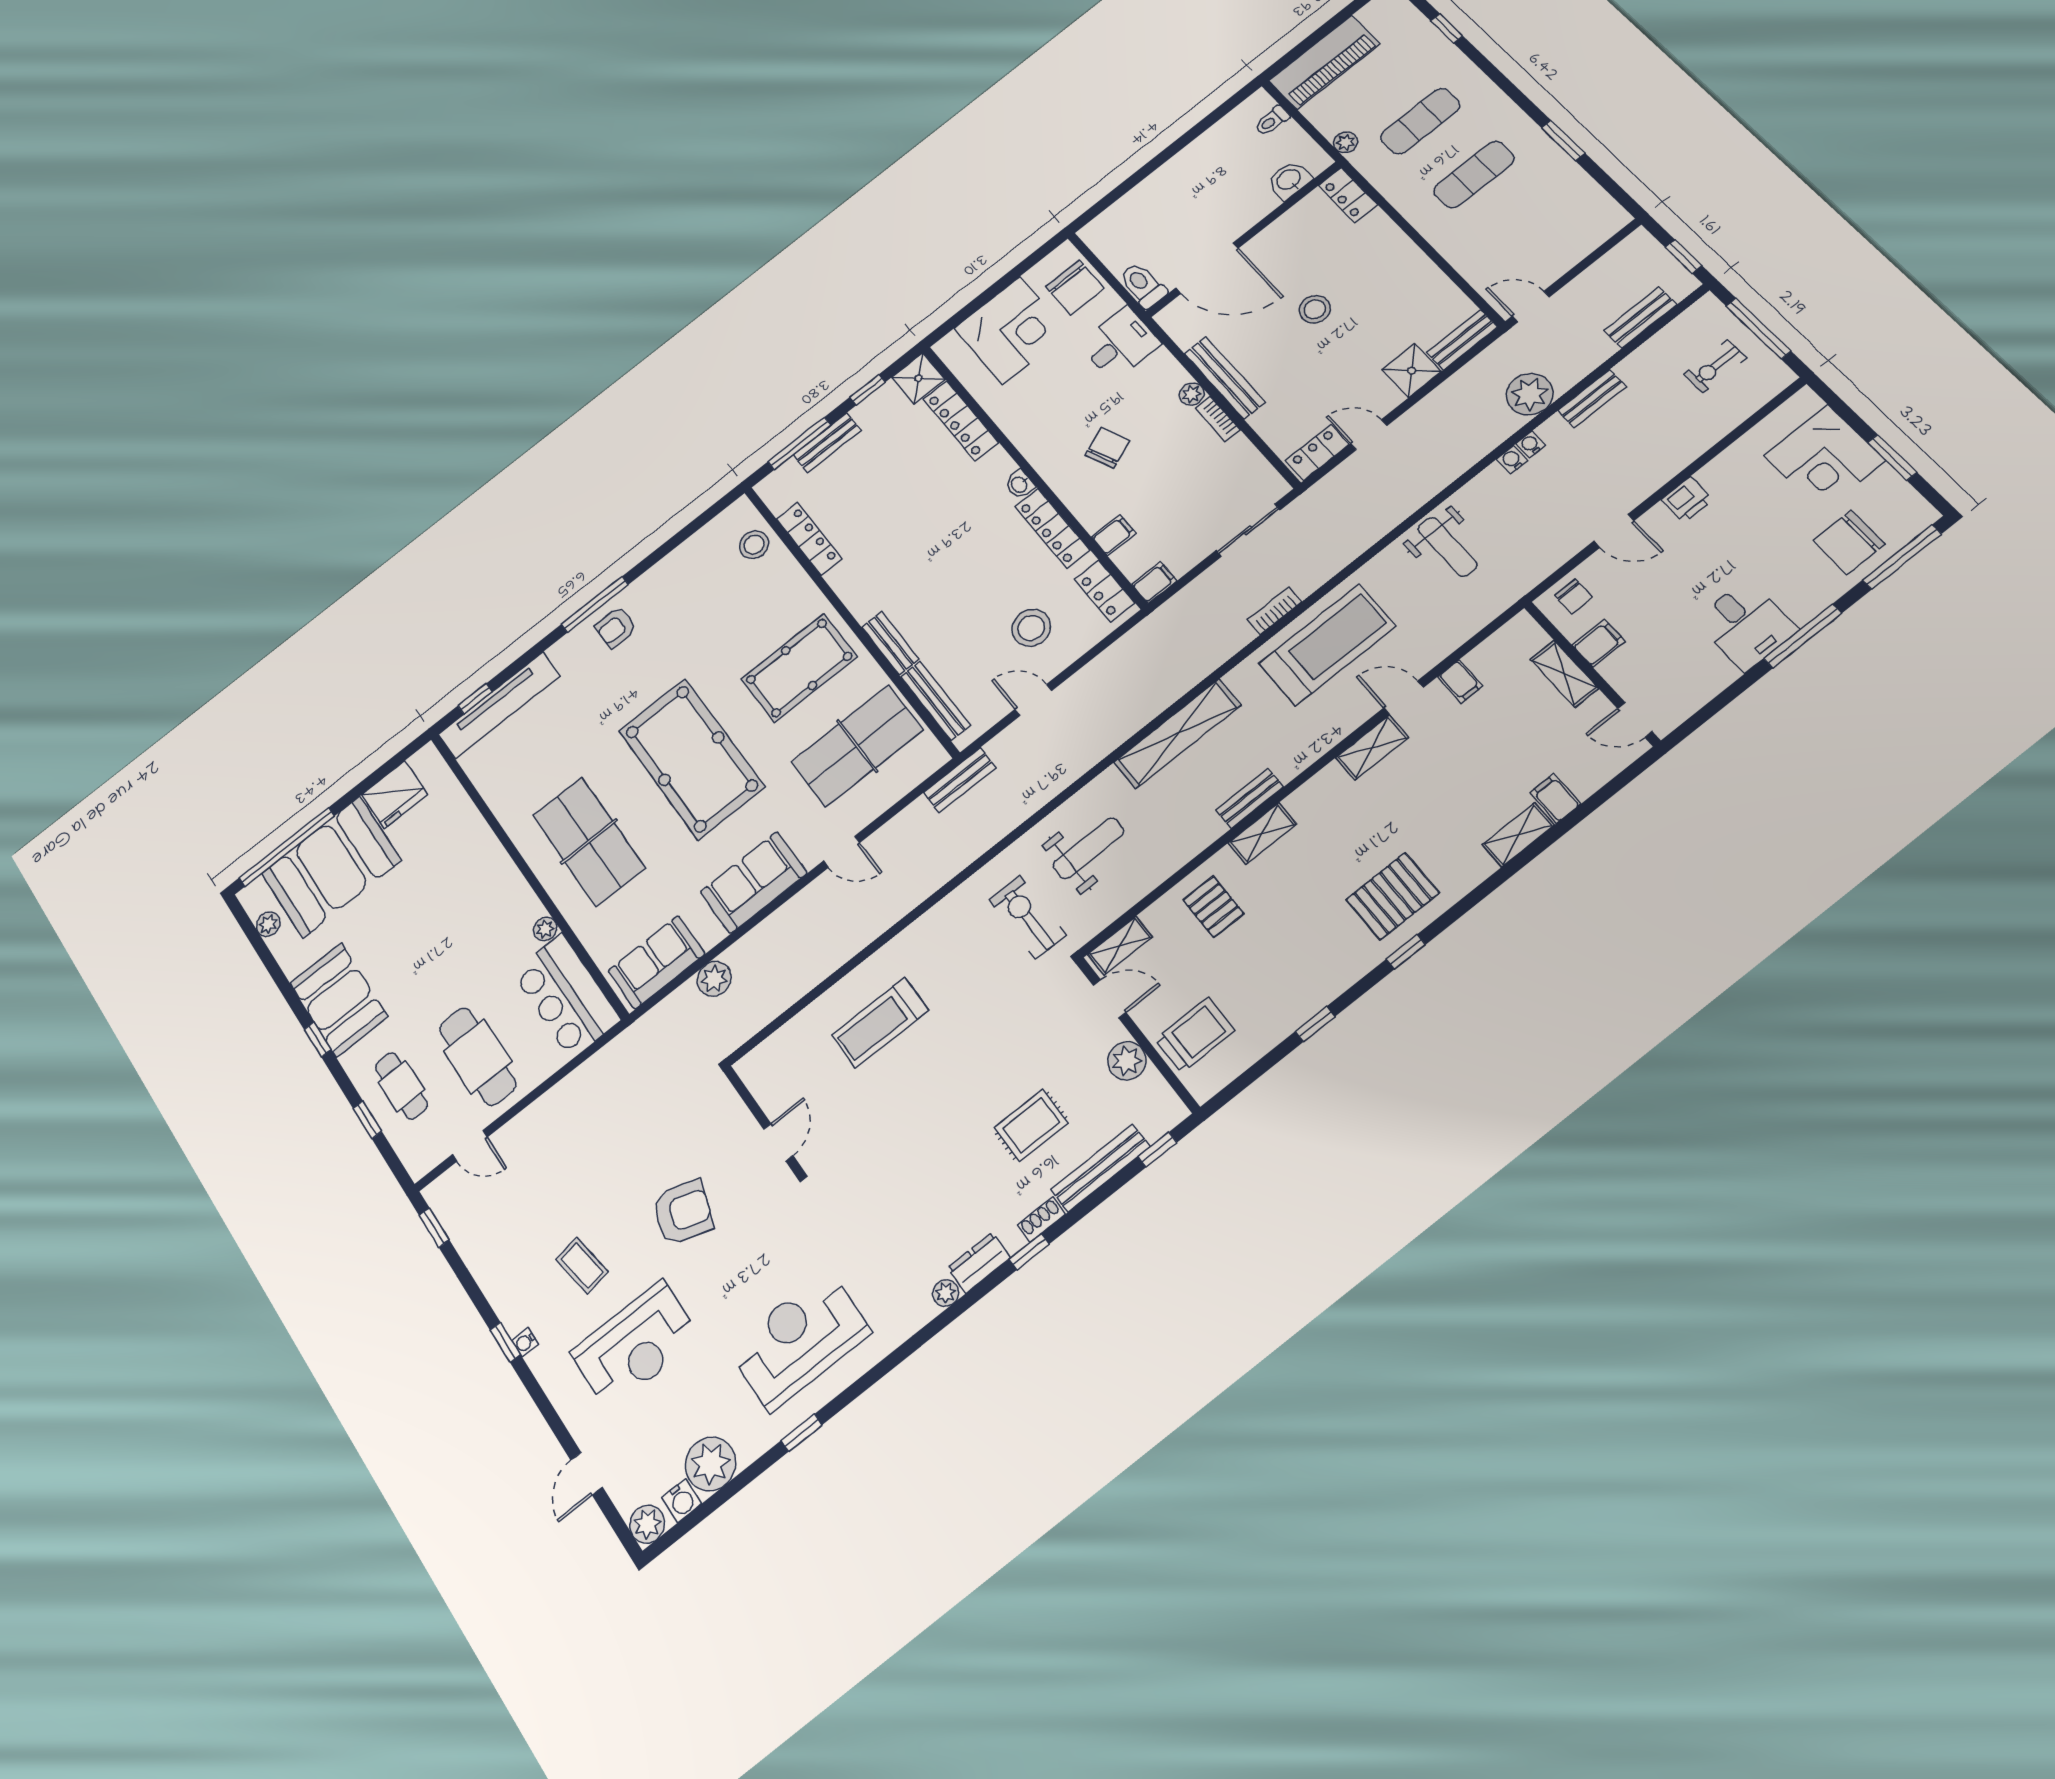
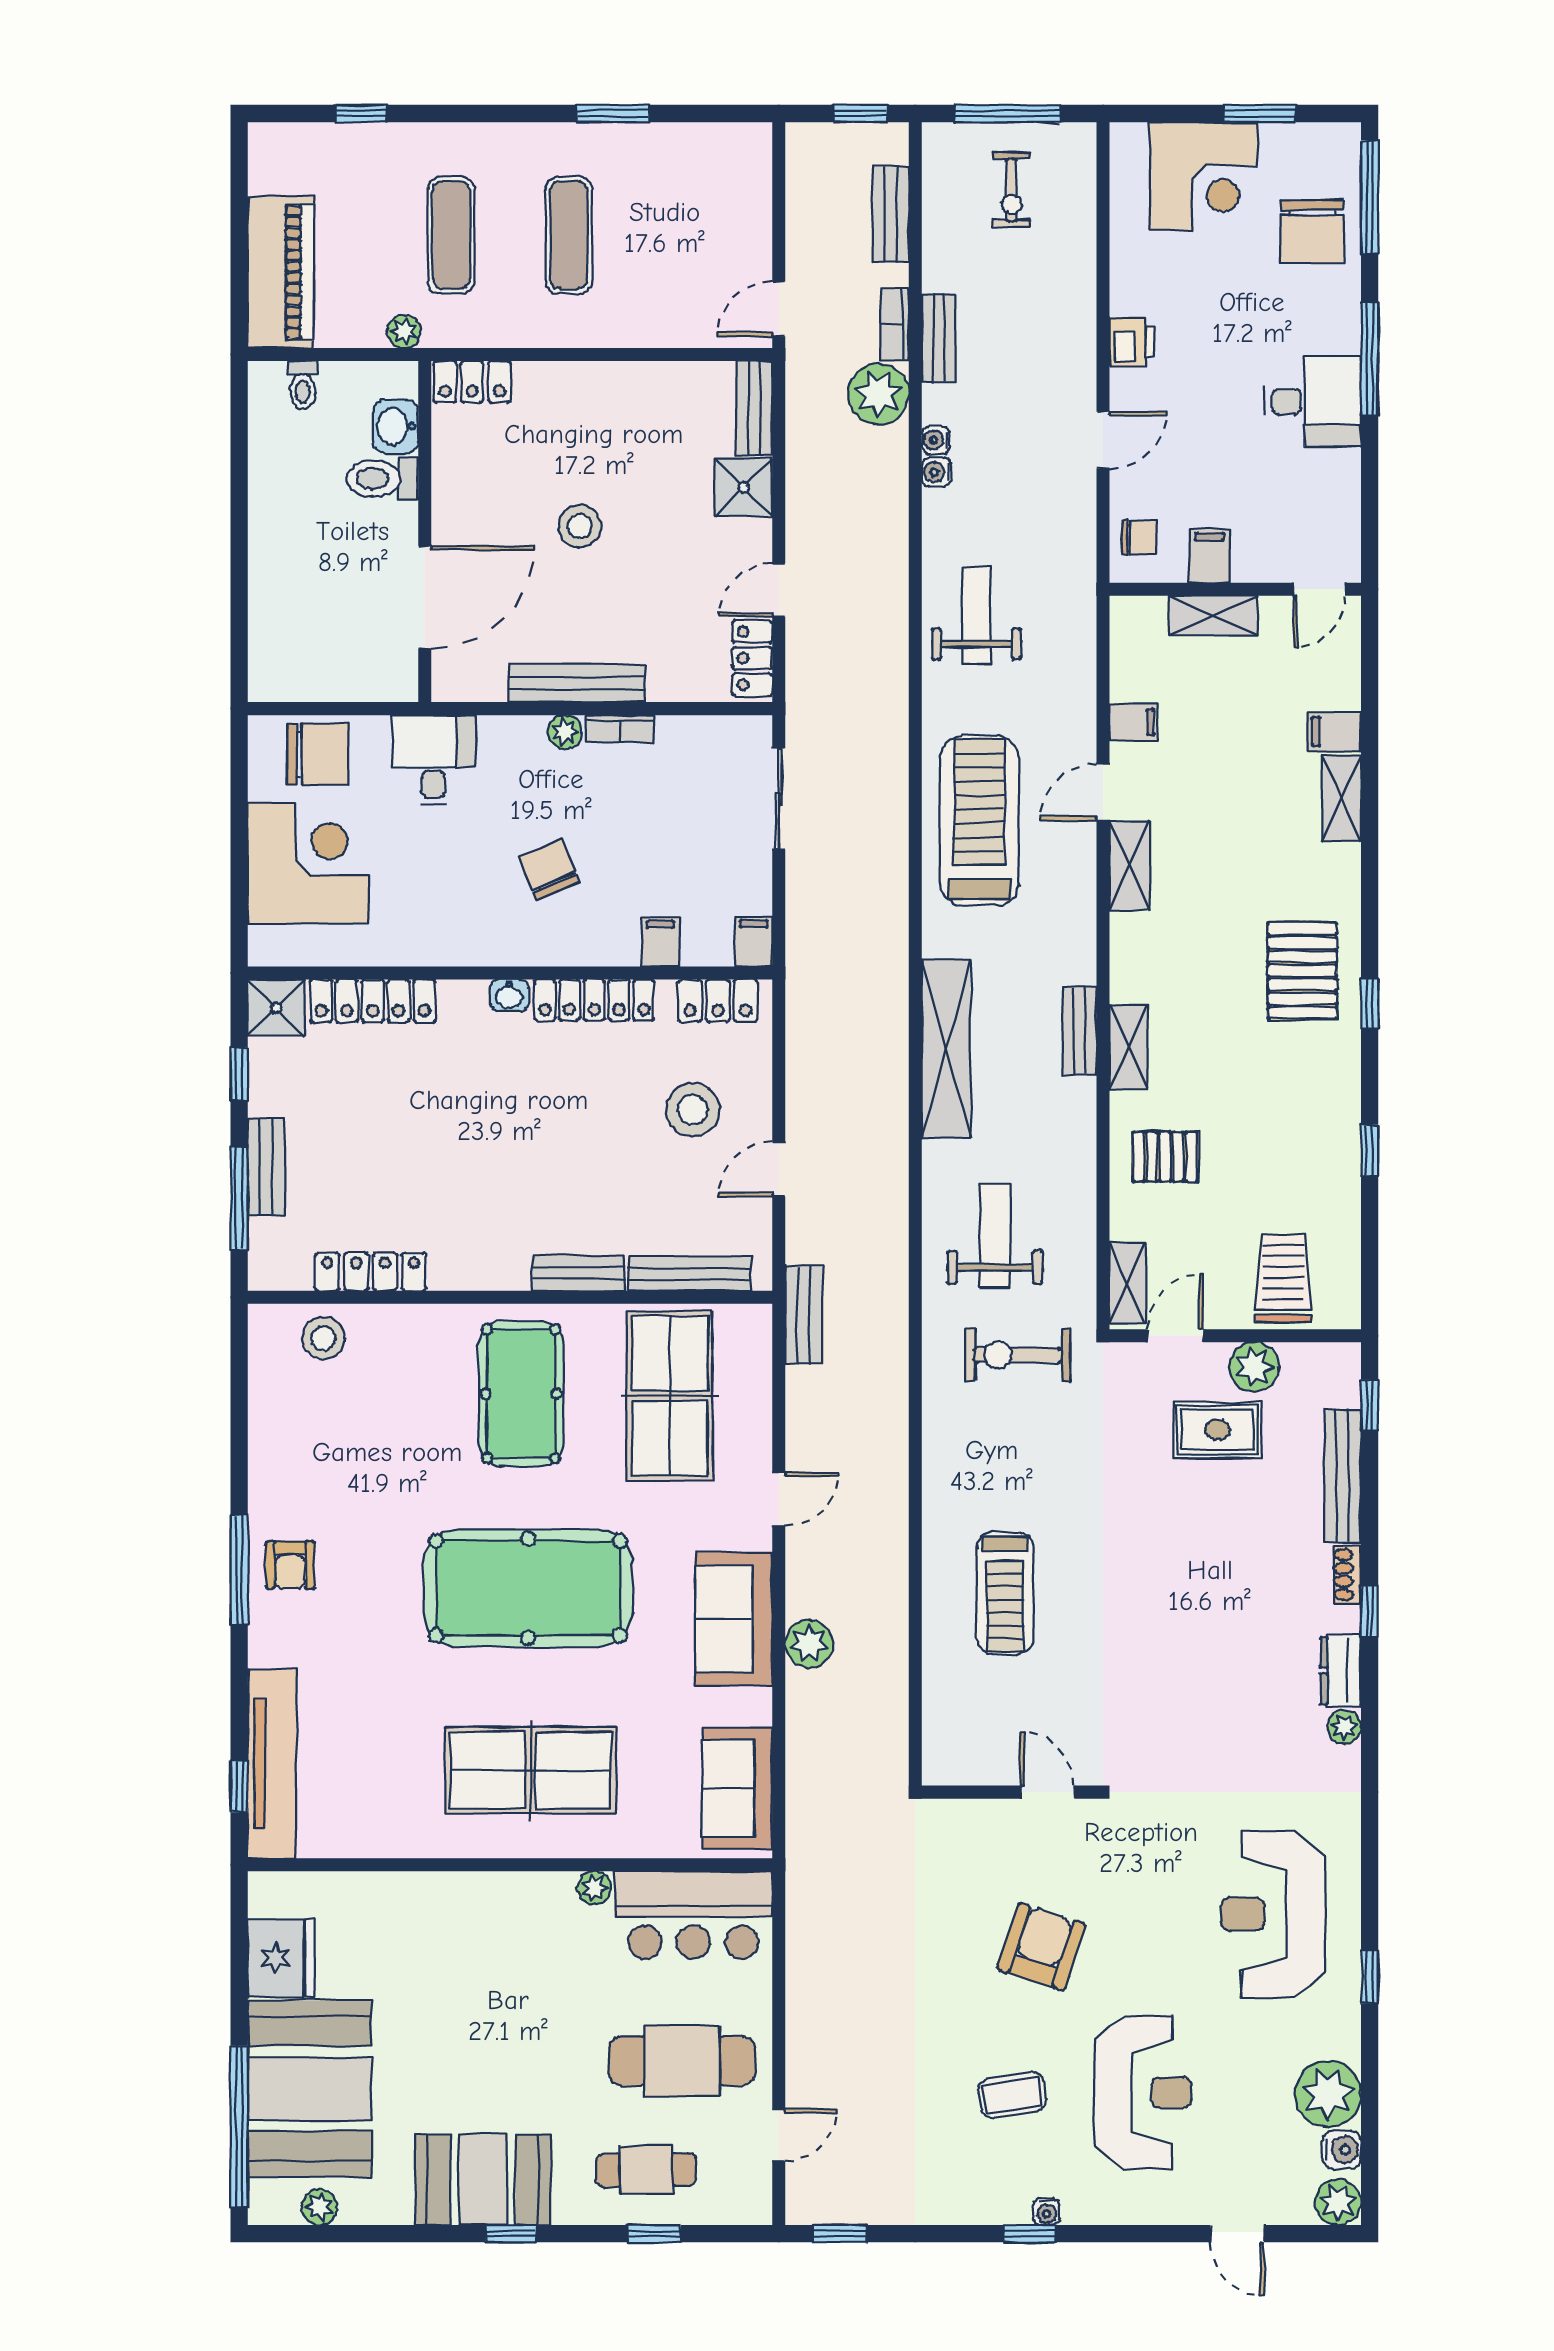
toilet: (1143, 285) -> (383, 479), moved
weight bench: (1448, 547) -> (976, 615), turned -90
bookcase: (1274, 611) -> (895, 324), moved
plant: (714, 979) -> (809, 1644), moved
rug: (1031, 1125) -> (1218, 1430), moved, turned 90

